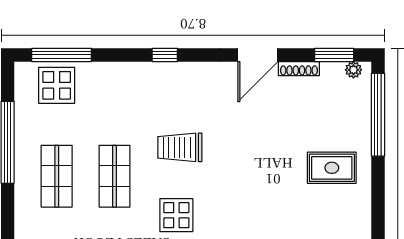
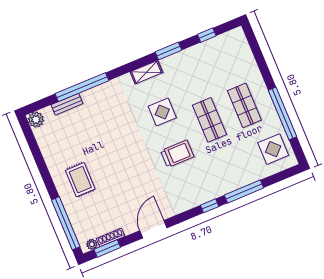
window: (62, 55) -> (244, 191), moved
shoe rack: (299, 69) -> (111, 237), moved
display table: (57, 85) -> (273, 149), moved
rug: (332, 168) -> (80, 180), turned 90

